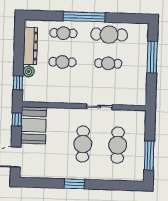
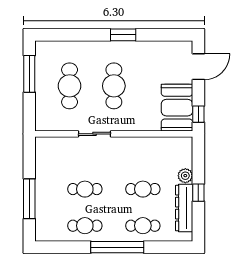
cafe table: (109, 35) -> (85, 226), width x0.73, depth x0.74
window: (18, 83) -> (198, 193), moved

